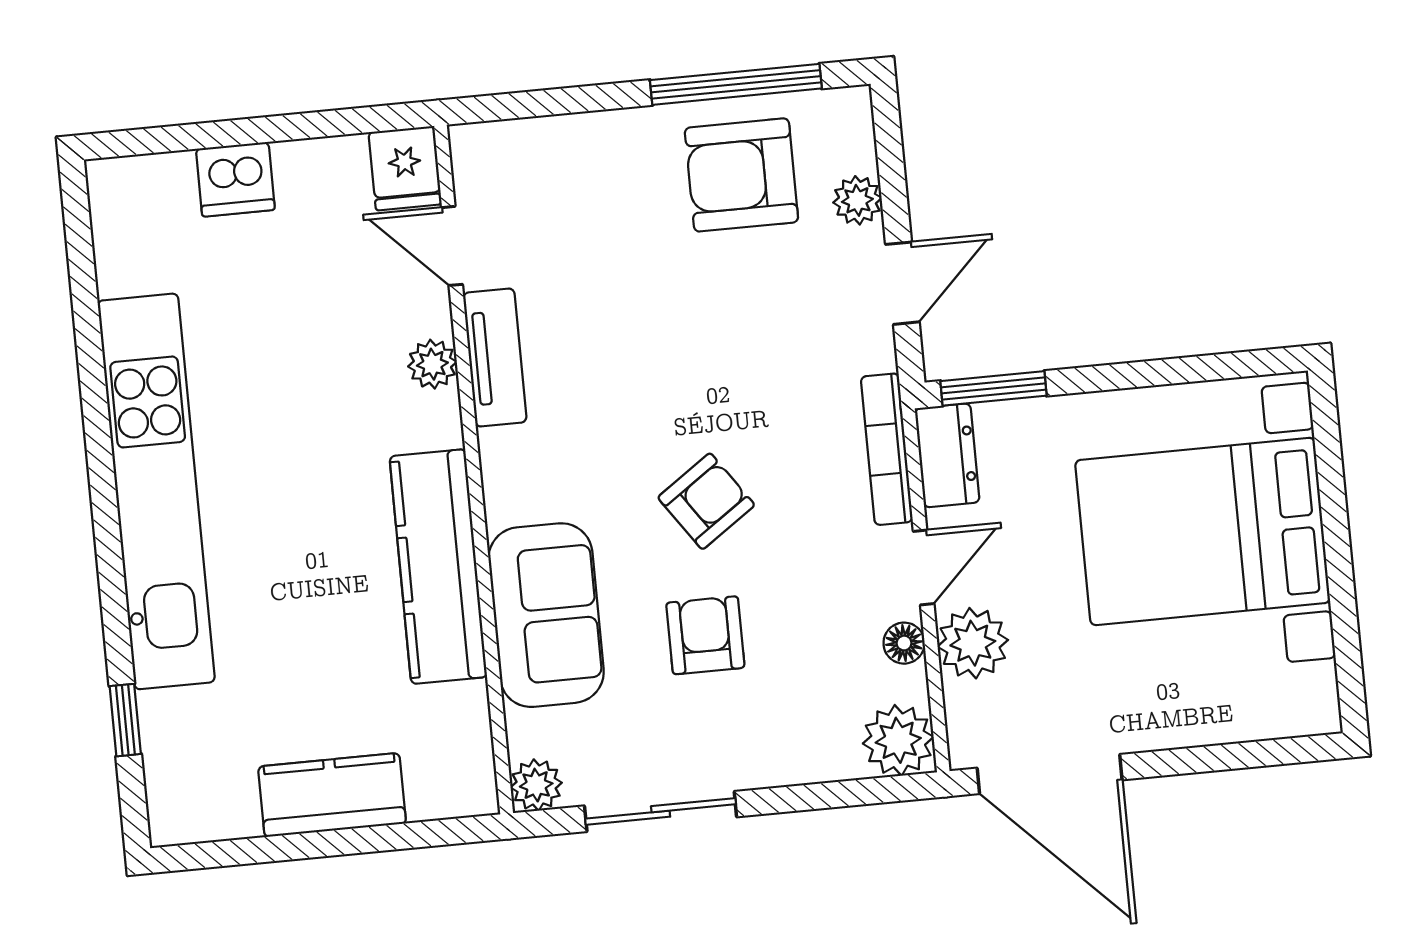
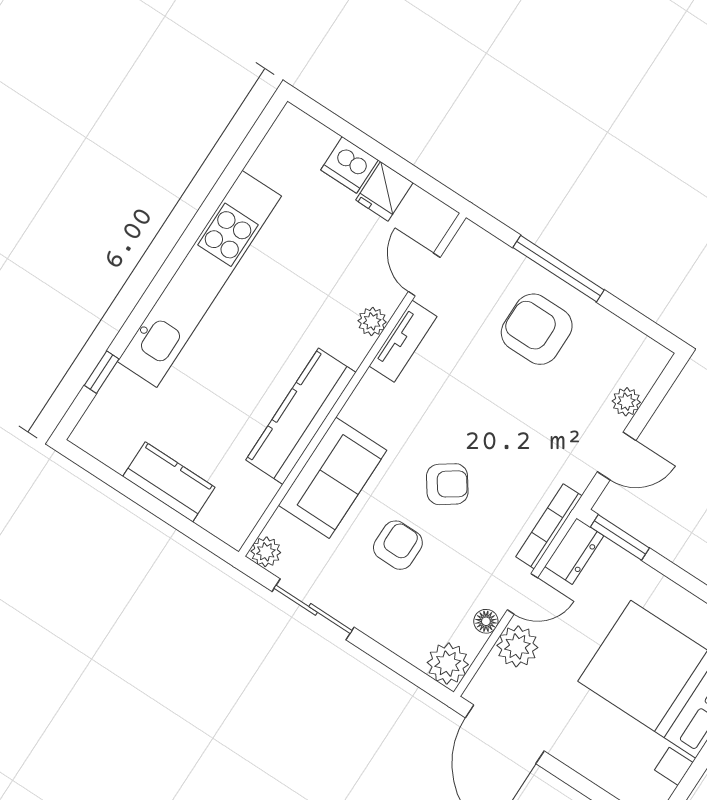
window: (736, 84) -> (559, 269), moved
fridge: (405, 168) -> (384, 191), moved
armchair: (741, 175) -> (537, 329), moved

